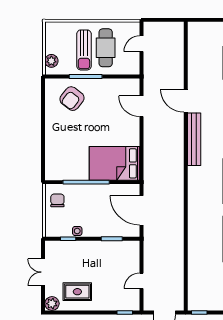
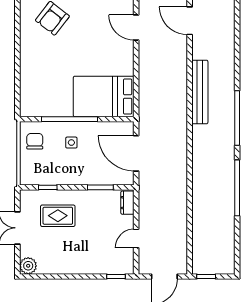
bench: (194, 139) -> (200, 92), moved
side table: (77, 231) -> (71, 143), moved
dresser: (134, 251) -> (127, 203), added
rug: (77, 292) -> (58, 216), moved

